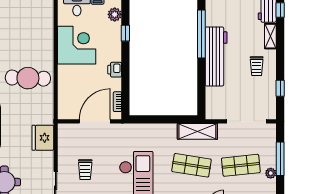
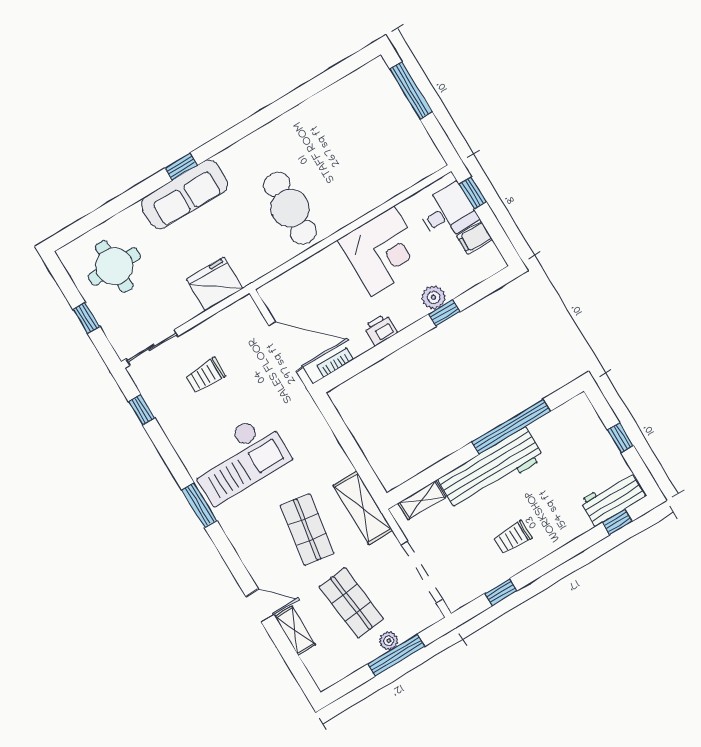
plant: (115, 14) -> (434, 297), moved
shelving: (270, 36) -> (422, 500), moved
plant: (271, 173) -> (389, 641), moved

